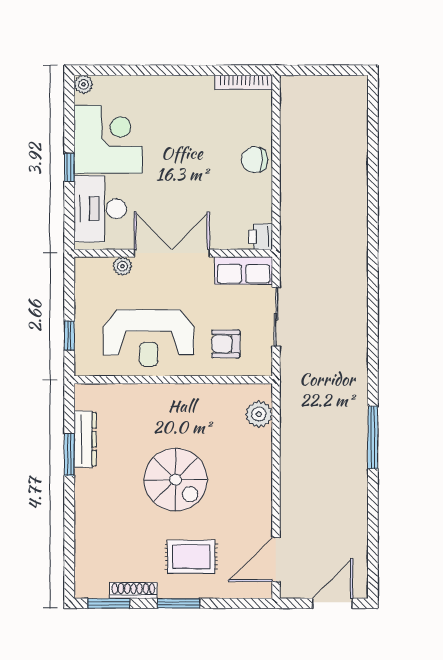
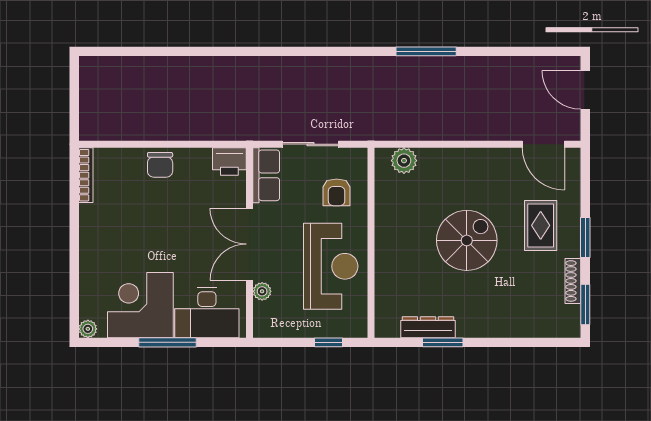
window: (69, 168) -> (168, 342), width x2.17
printer: (261, 237) -> (229, 161), width x1.36, depth x1.24

